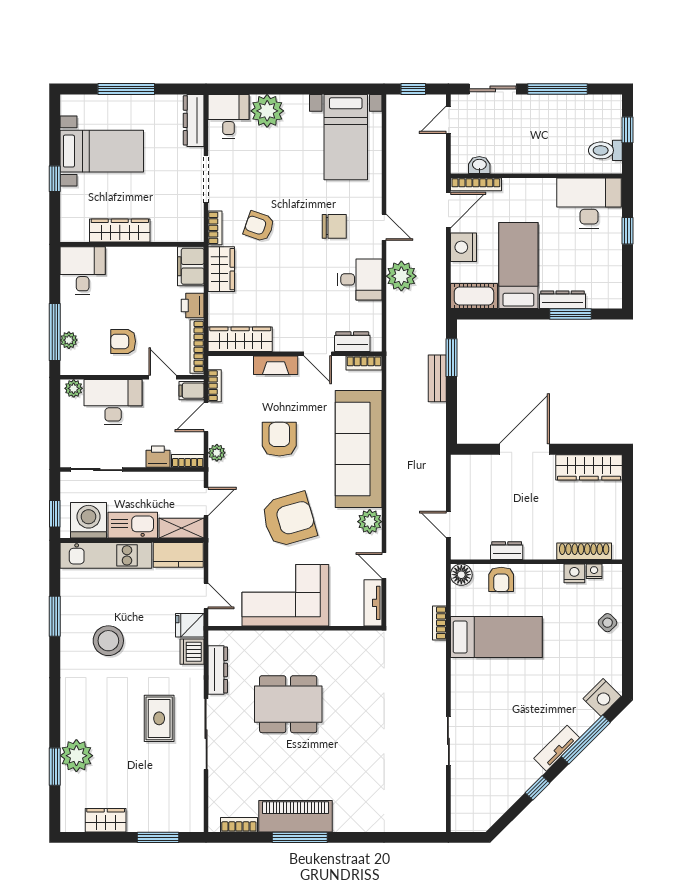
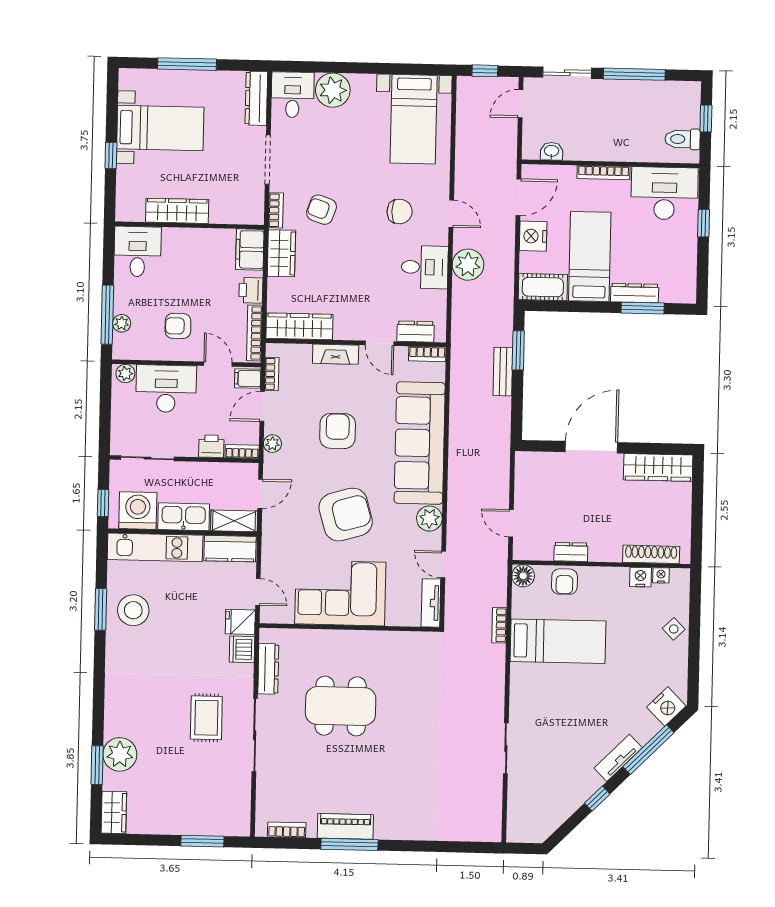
bookcase: (476, 184) -> (604, 173), moved
stool: (108, 641) -> (133, 610), moved
piano: (296, 816) -> (345, 826), width x0.73, depth x0.75
wardrobe: (106, 820) -> (114, 812), moved, turned 90

